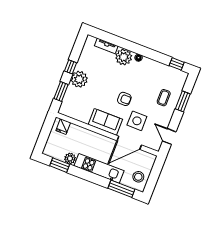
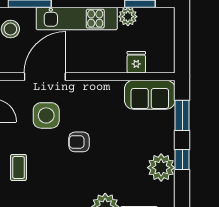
plant: (79, 79) -> (161, 168), moved
sofa: (105, 122) -> (150, 95), moved
fridge: (63, 127) -> (136, 62), moved

